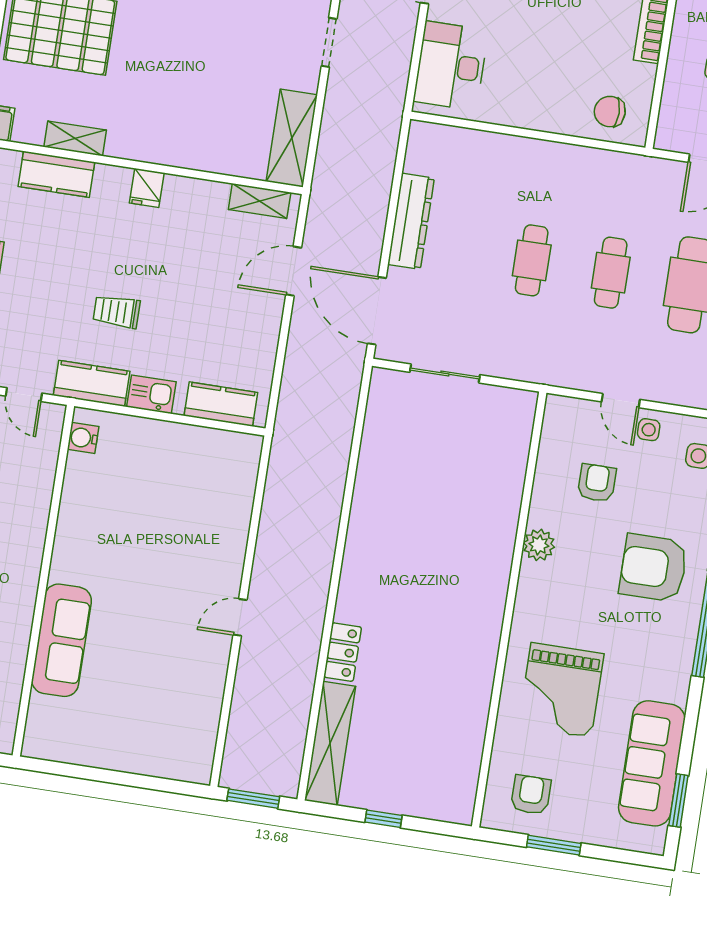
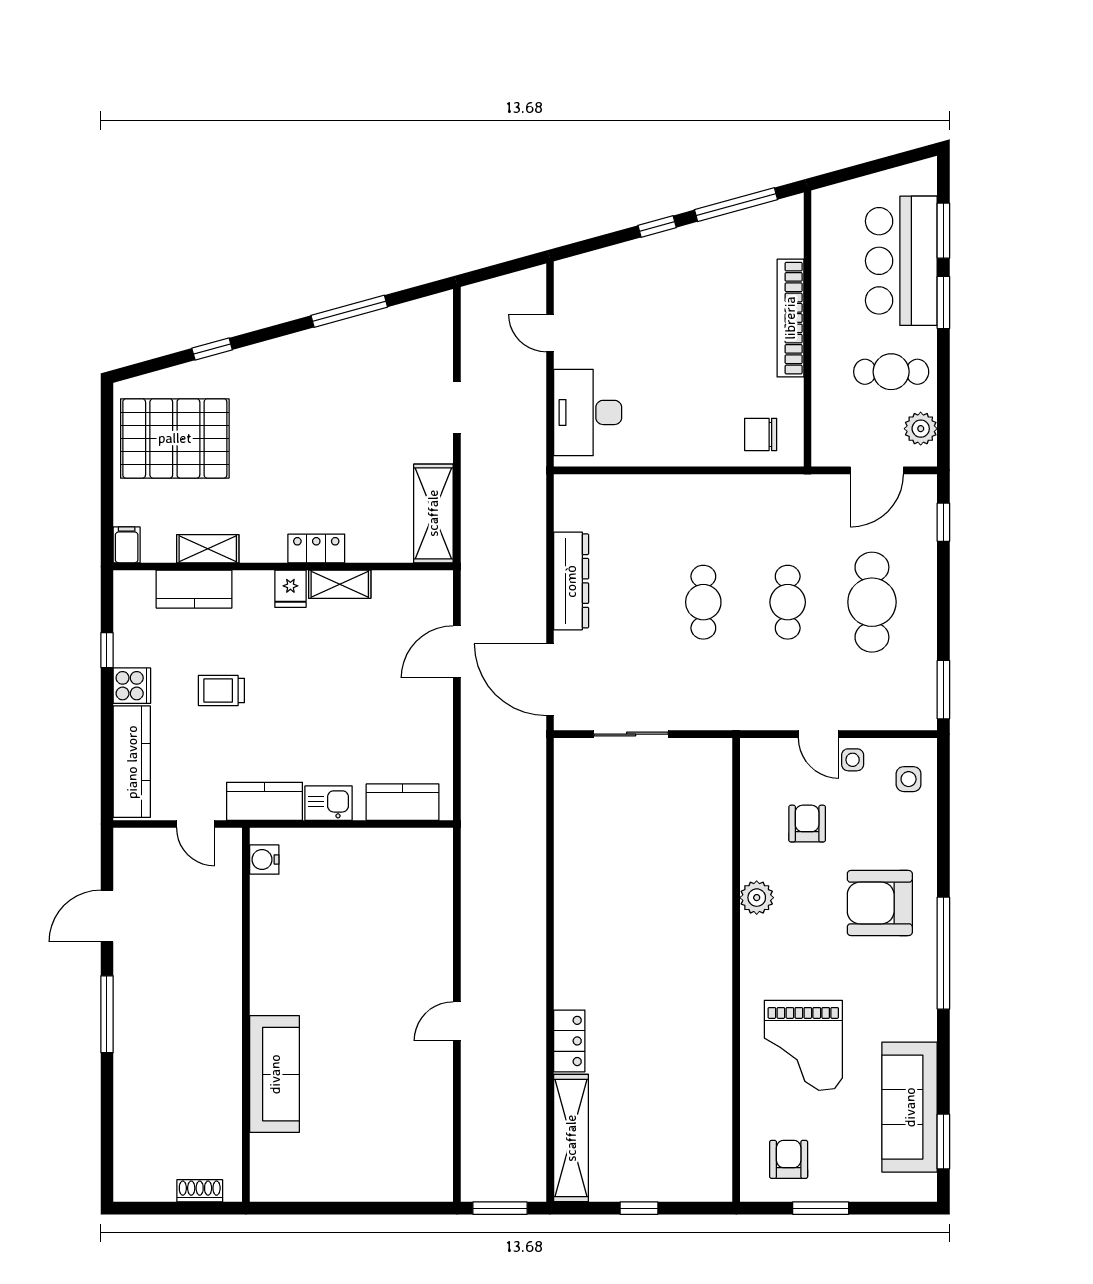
locker: (177, 154) -> (316, 548), added
shelving: (260, 201) -> (340, 584), moved
trolley: (116, 312) -> (221, 691), moved

